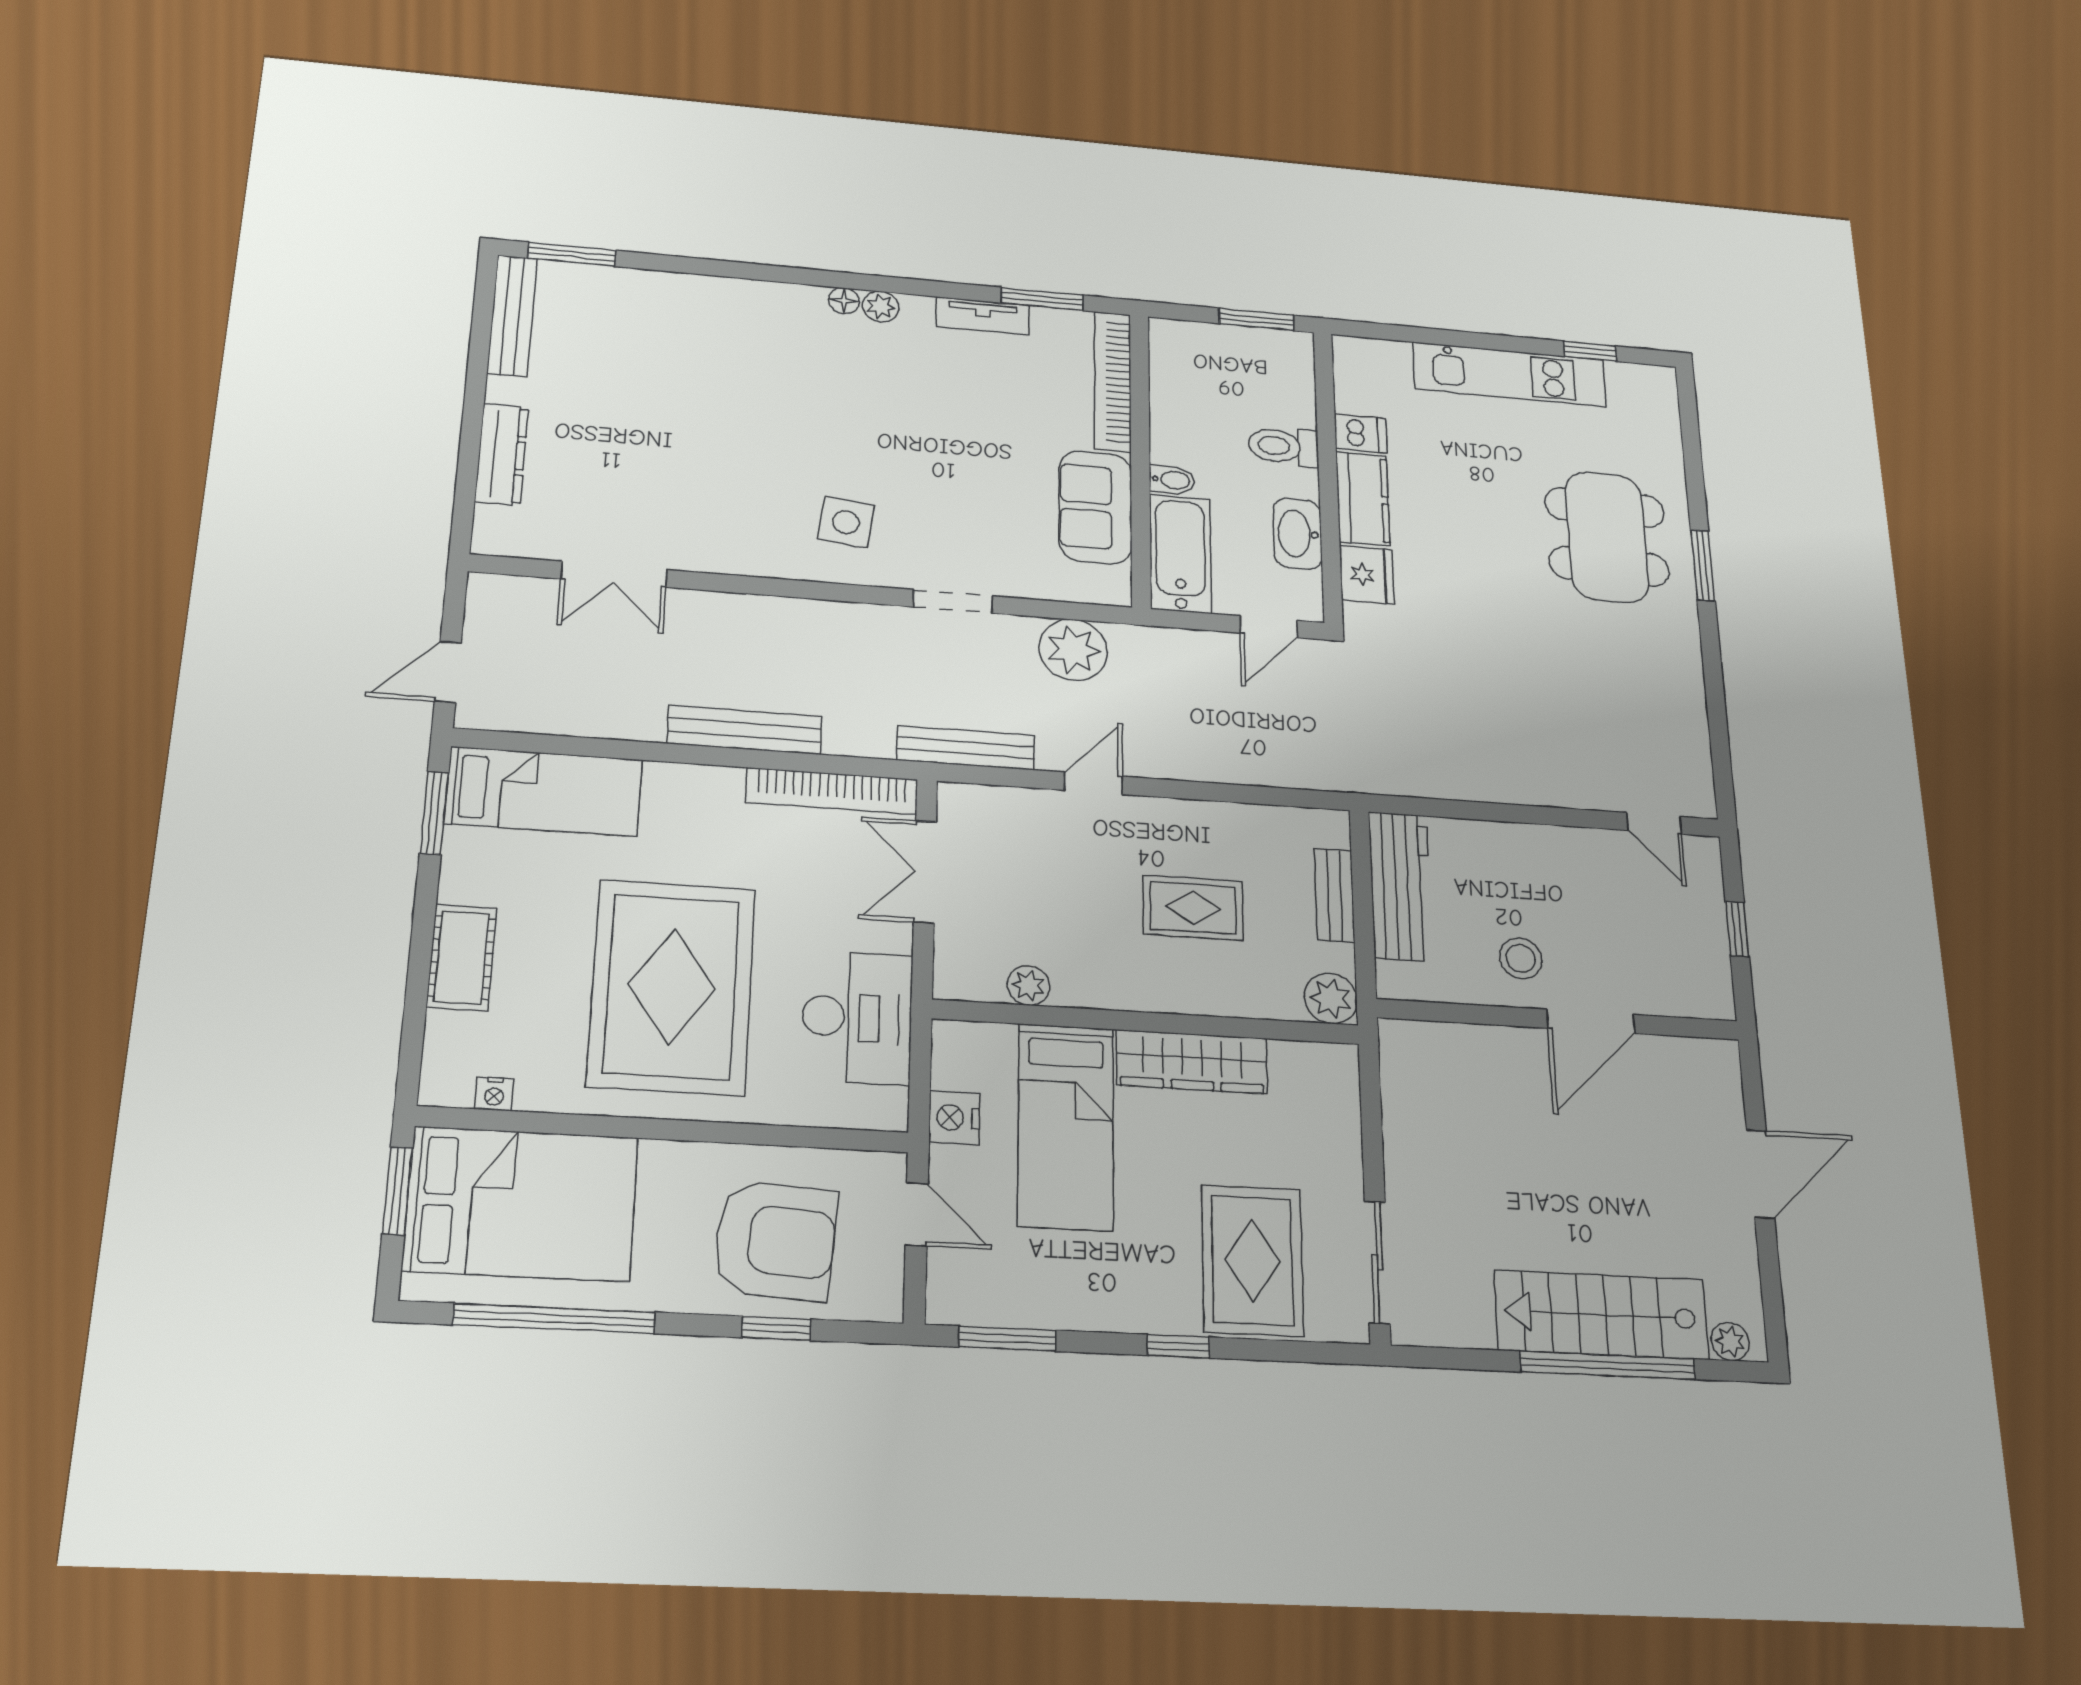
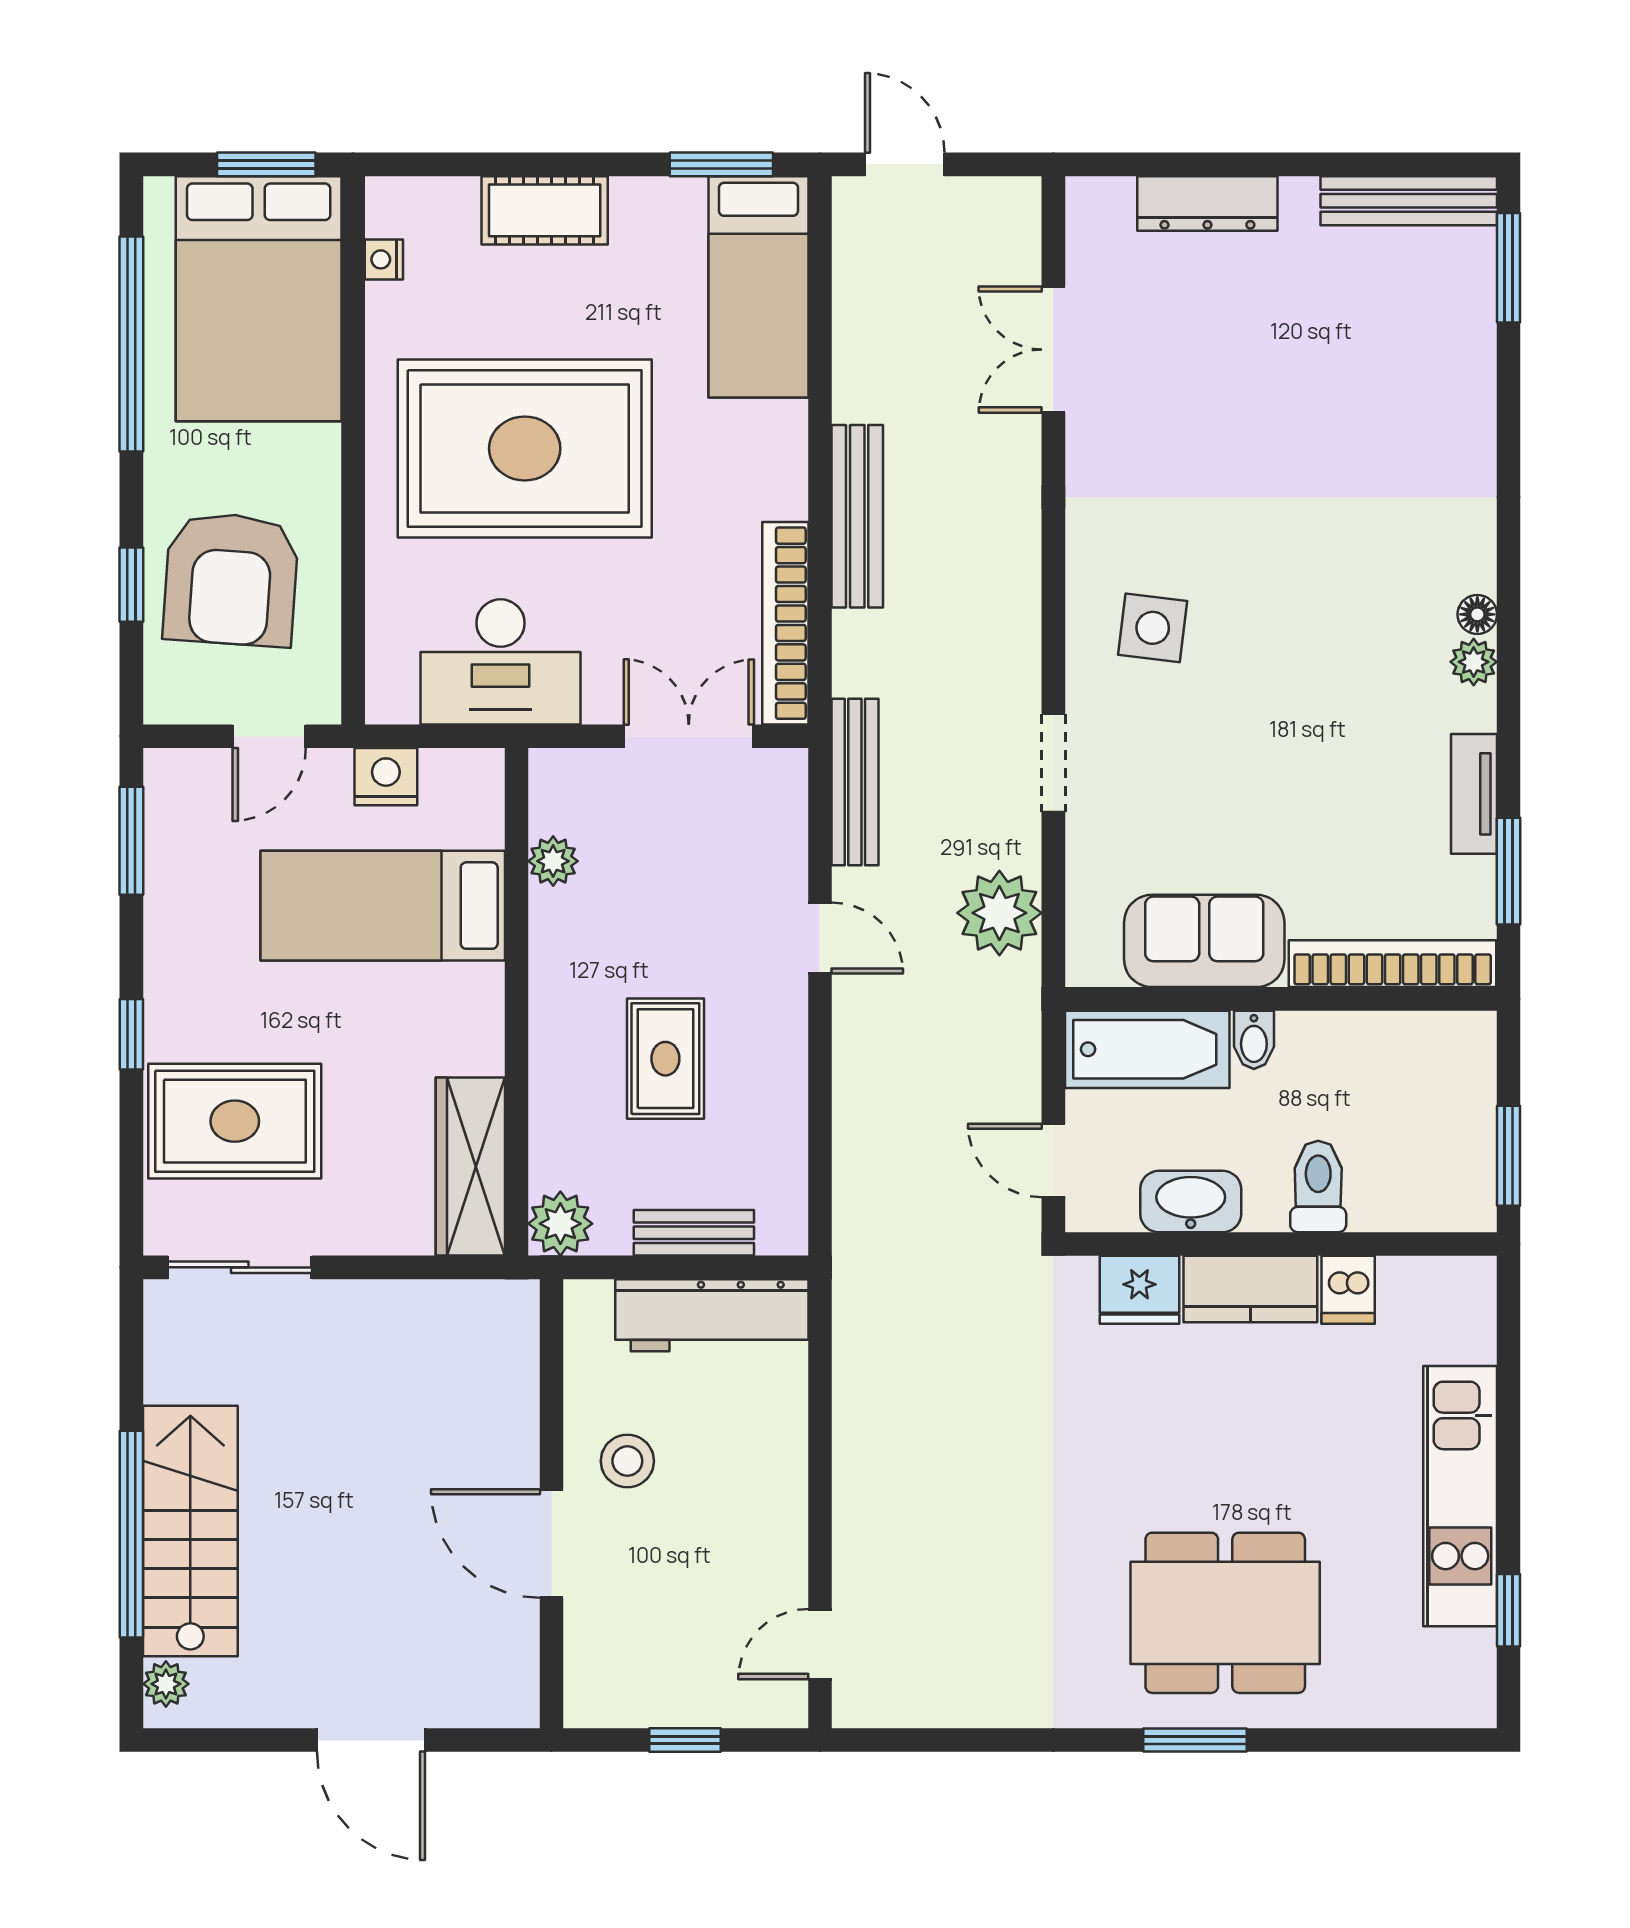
wardrobe: (1192, 1062) -> (470, 1166), moved

